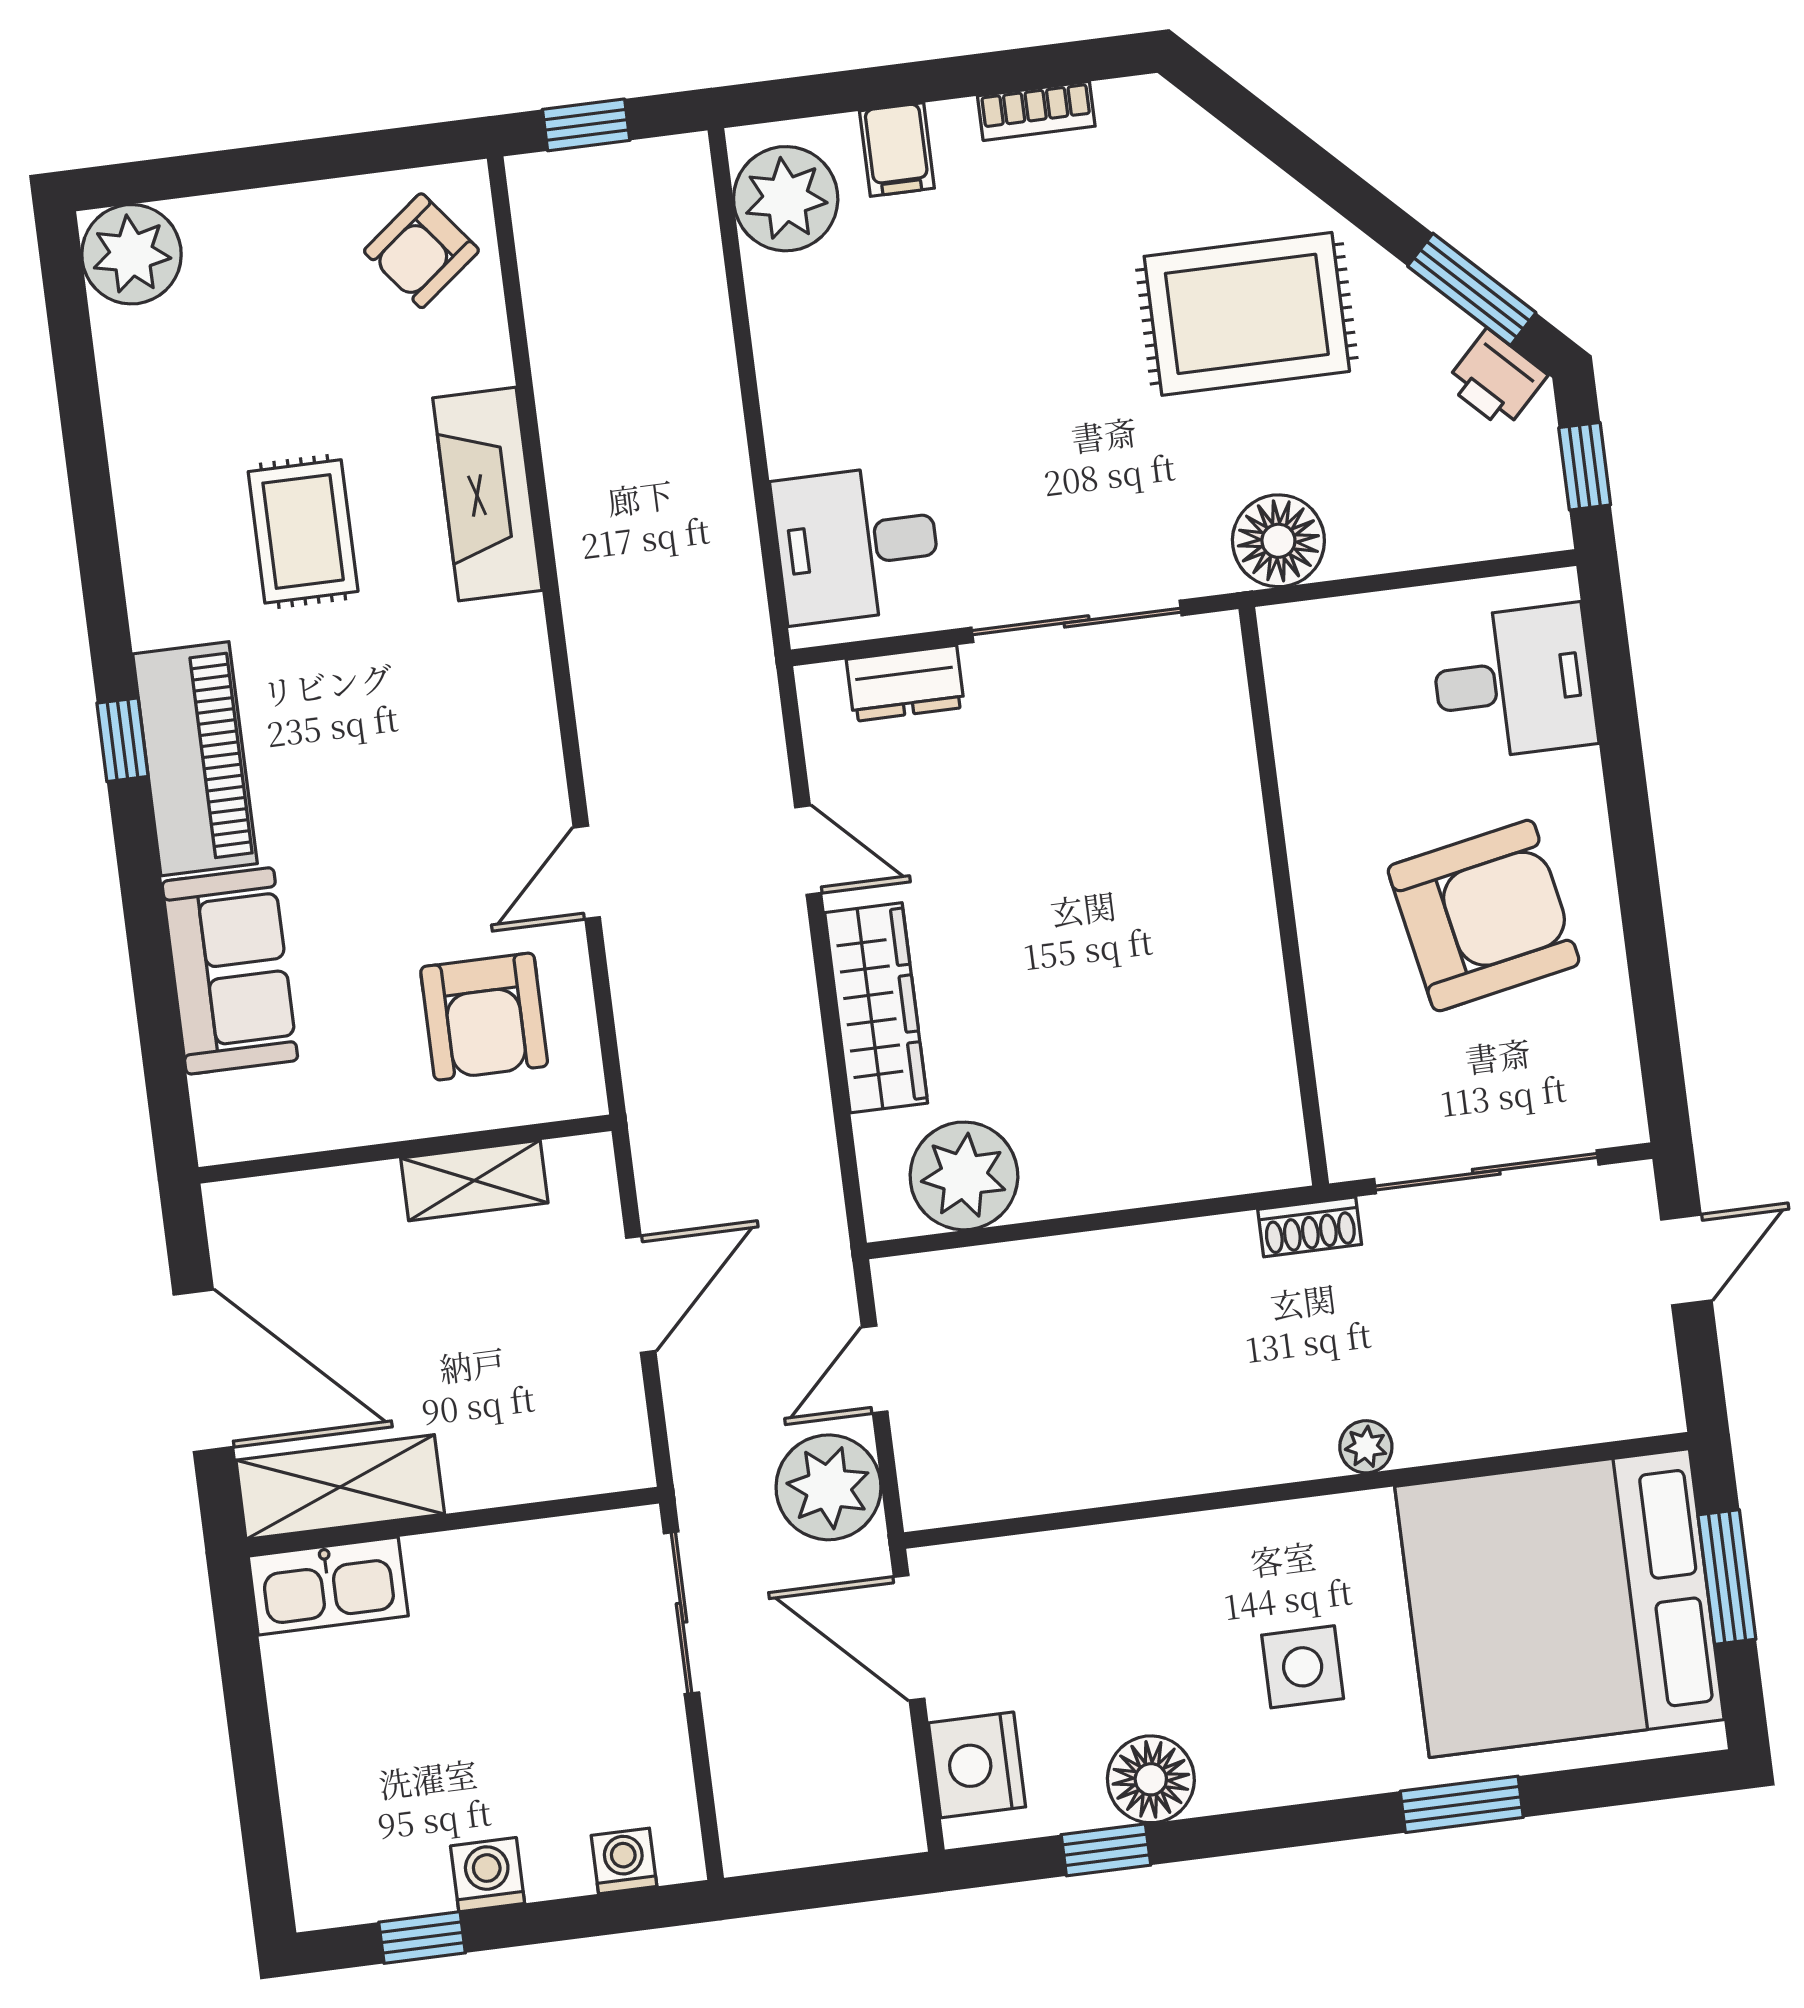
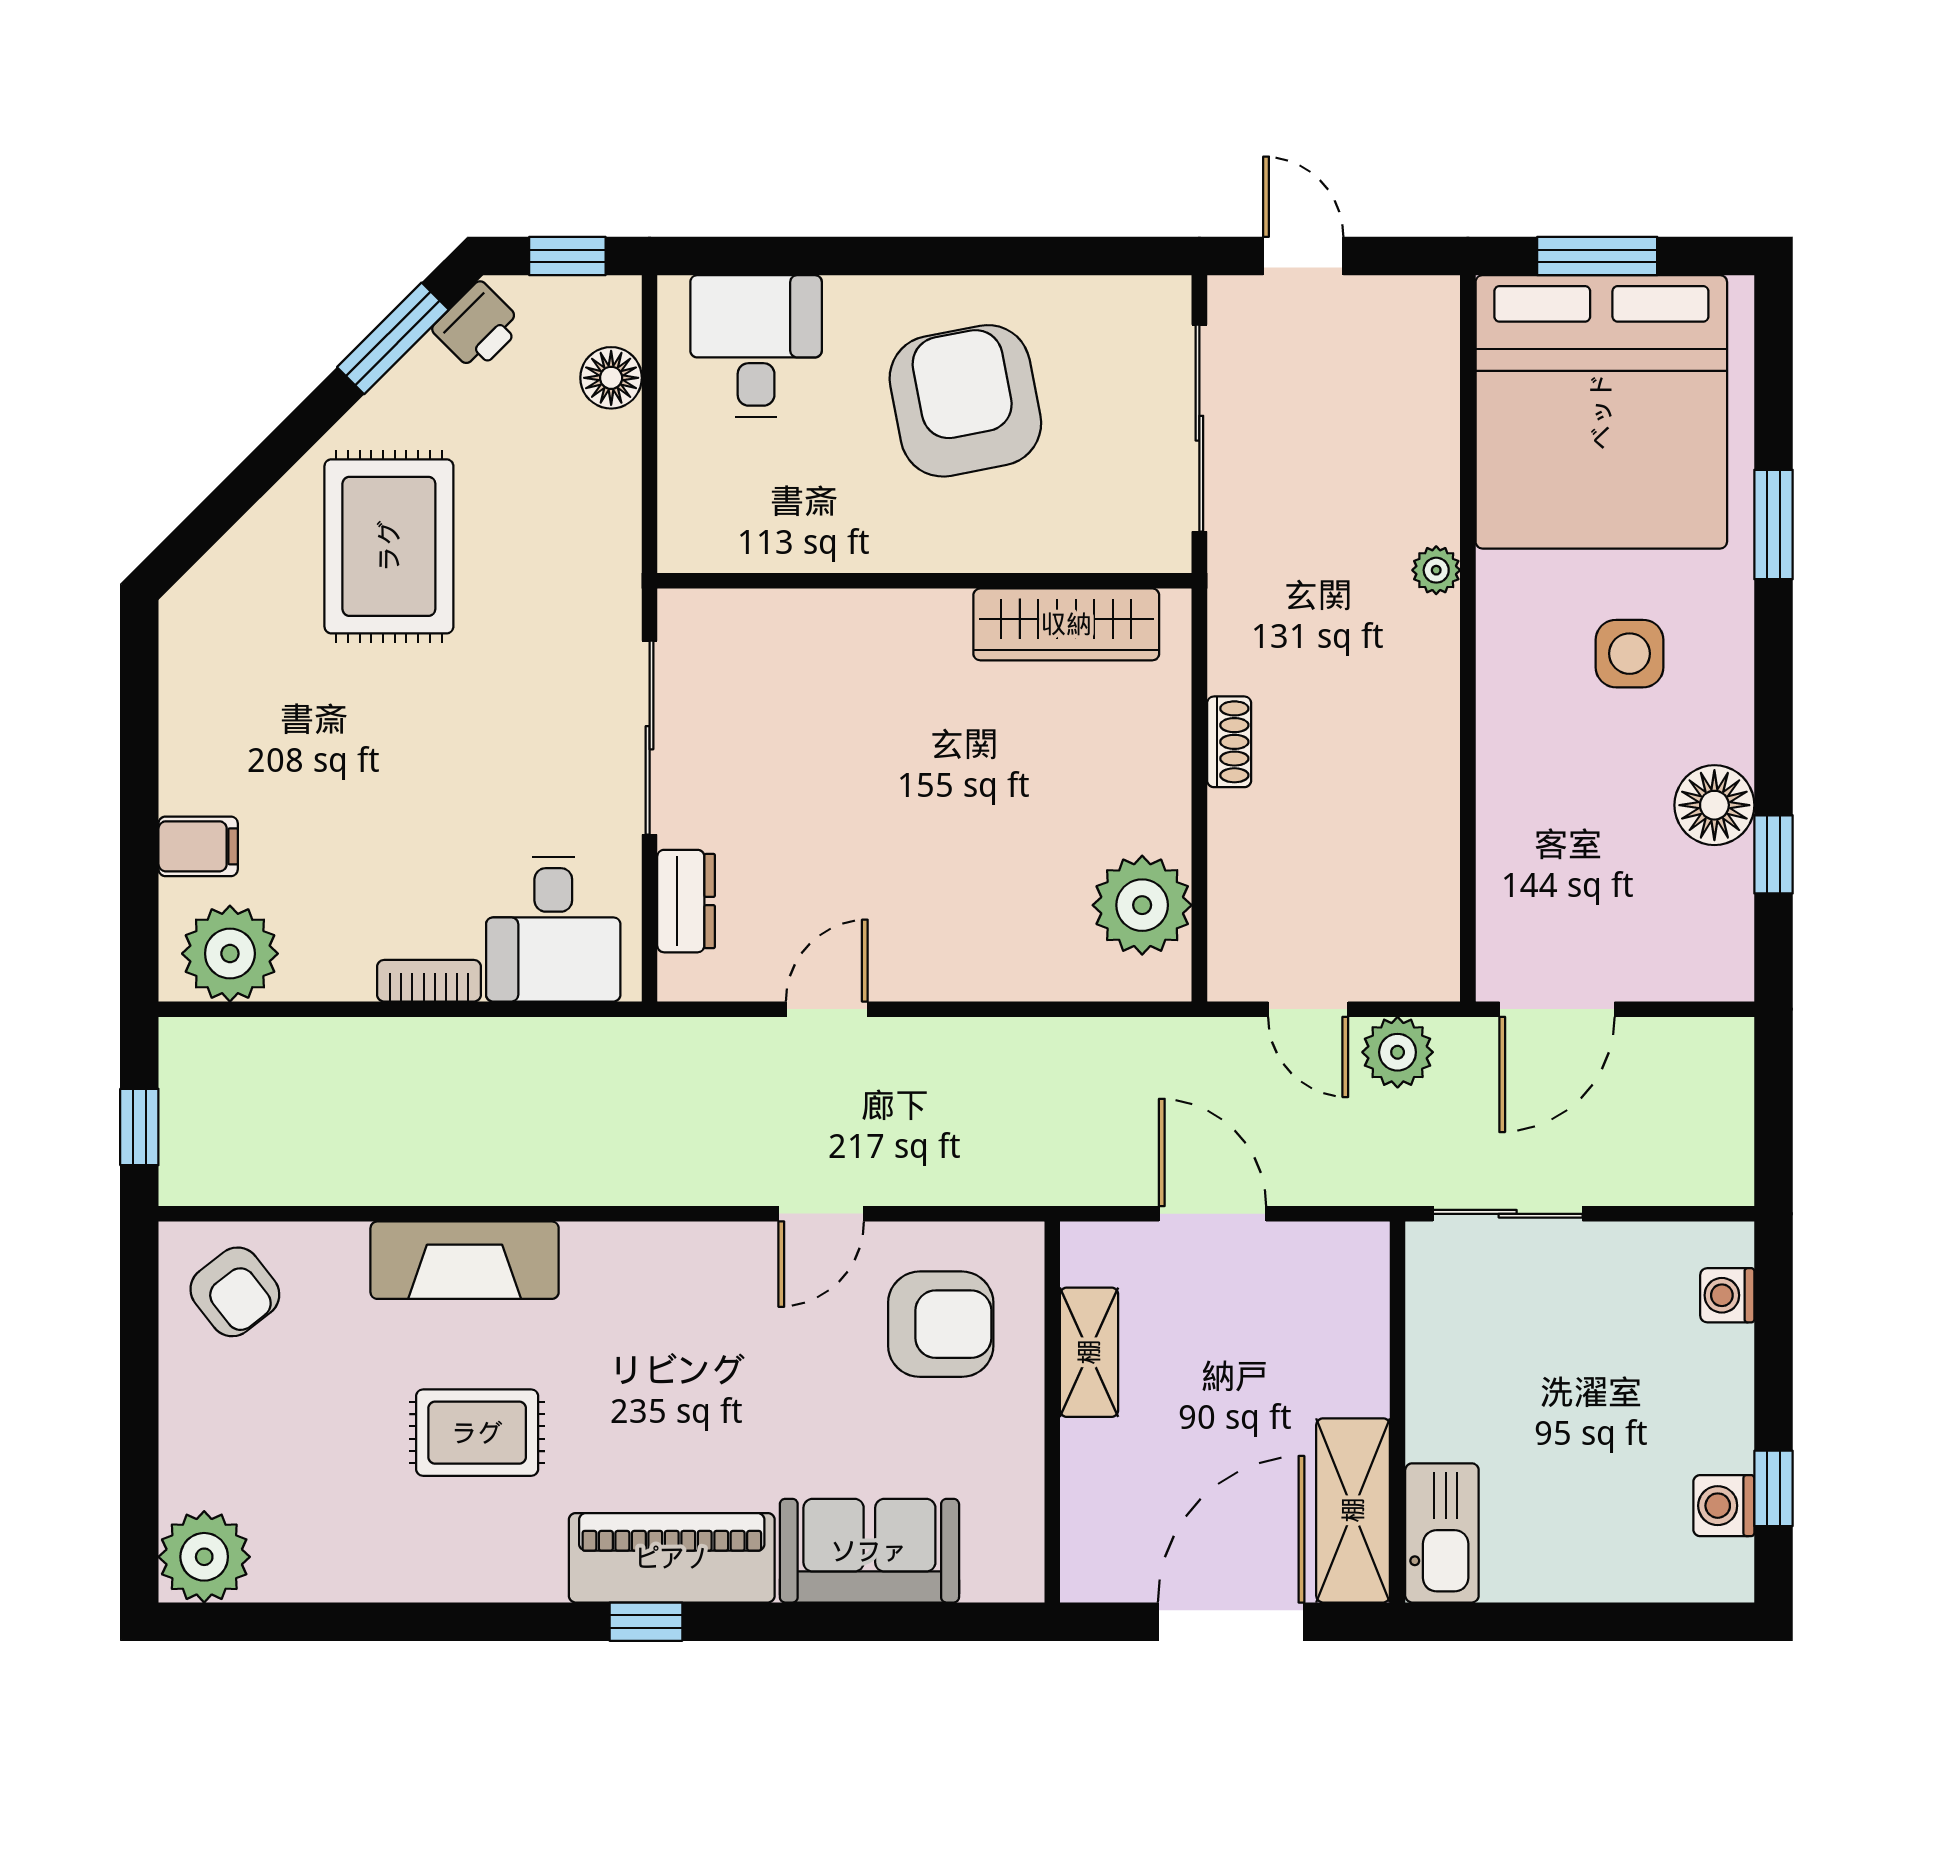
bookcase: (1036, 111) -> (429, 981), moved, turned -90
floor lamp: (1278, 541) -> (611, 378), moved, width x0.73, depth x0.73
door: (587, 872) -> (821, 1214), hinge flipped
wardrobe: (876, 1008) -> (1066, 624), moved, turned 180
shoe rack: (1310, 1227) -> (1229, 742), moved
plant: (828, 1487) -> (1398, 1052), width x0.73, depth x0.73
nightstand: (977, 1765) -> (1681, 962), removed
washing machine: (488, 1875) -> (1724, 1506), moved

